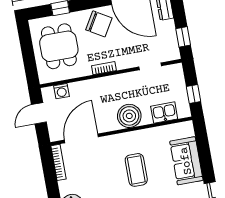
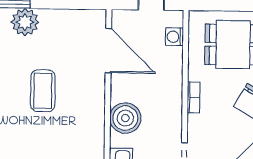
bookcase: (59, 162) -> (83, 15), removed
coffee table: (136, 170) -> (43, 91), moved, turned 90

